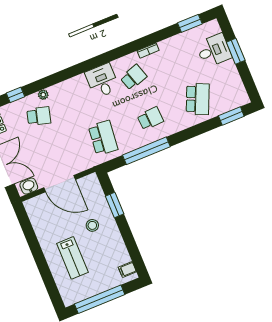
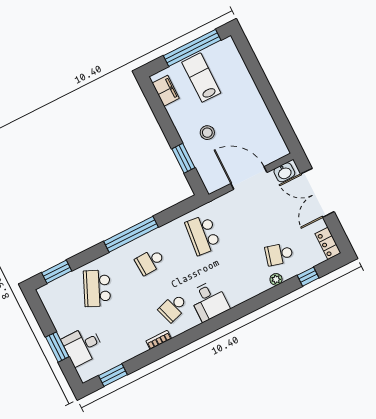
window: (146, 151) -> (131, 234), moved
lab bench: (72, 258) -> (201, 78), moved
filing cabinet: (127, 270) -> (166, 91), width x2.00

